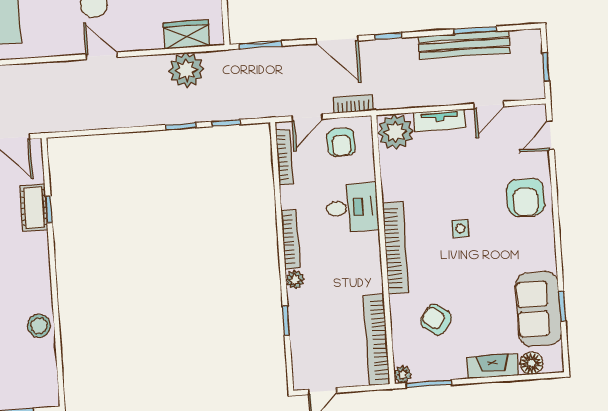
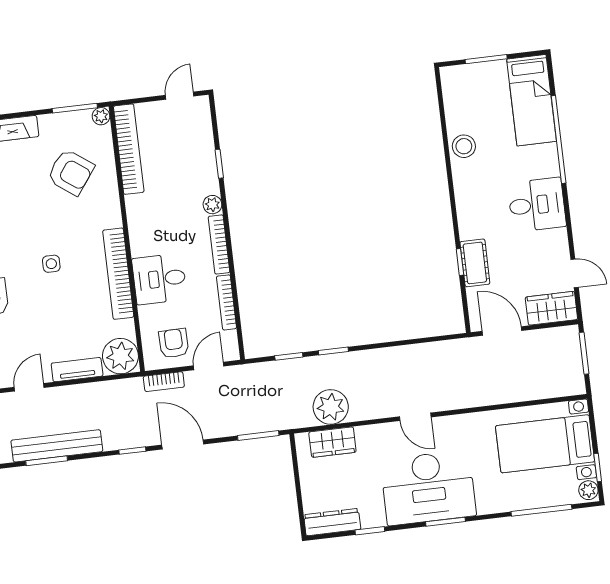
bookcase: (284, 157) -> (226, 302), moved
bookcase: (396, 248) -> (118, 274), moved
armchair: (436, 320) -> (71, 172), width x1.38, depth x1.38

